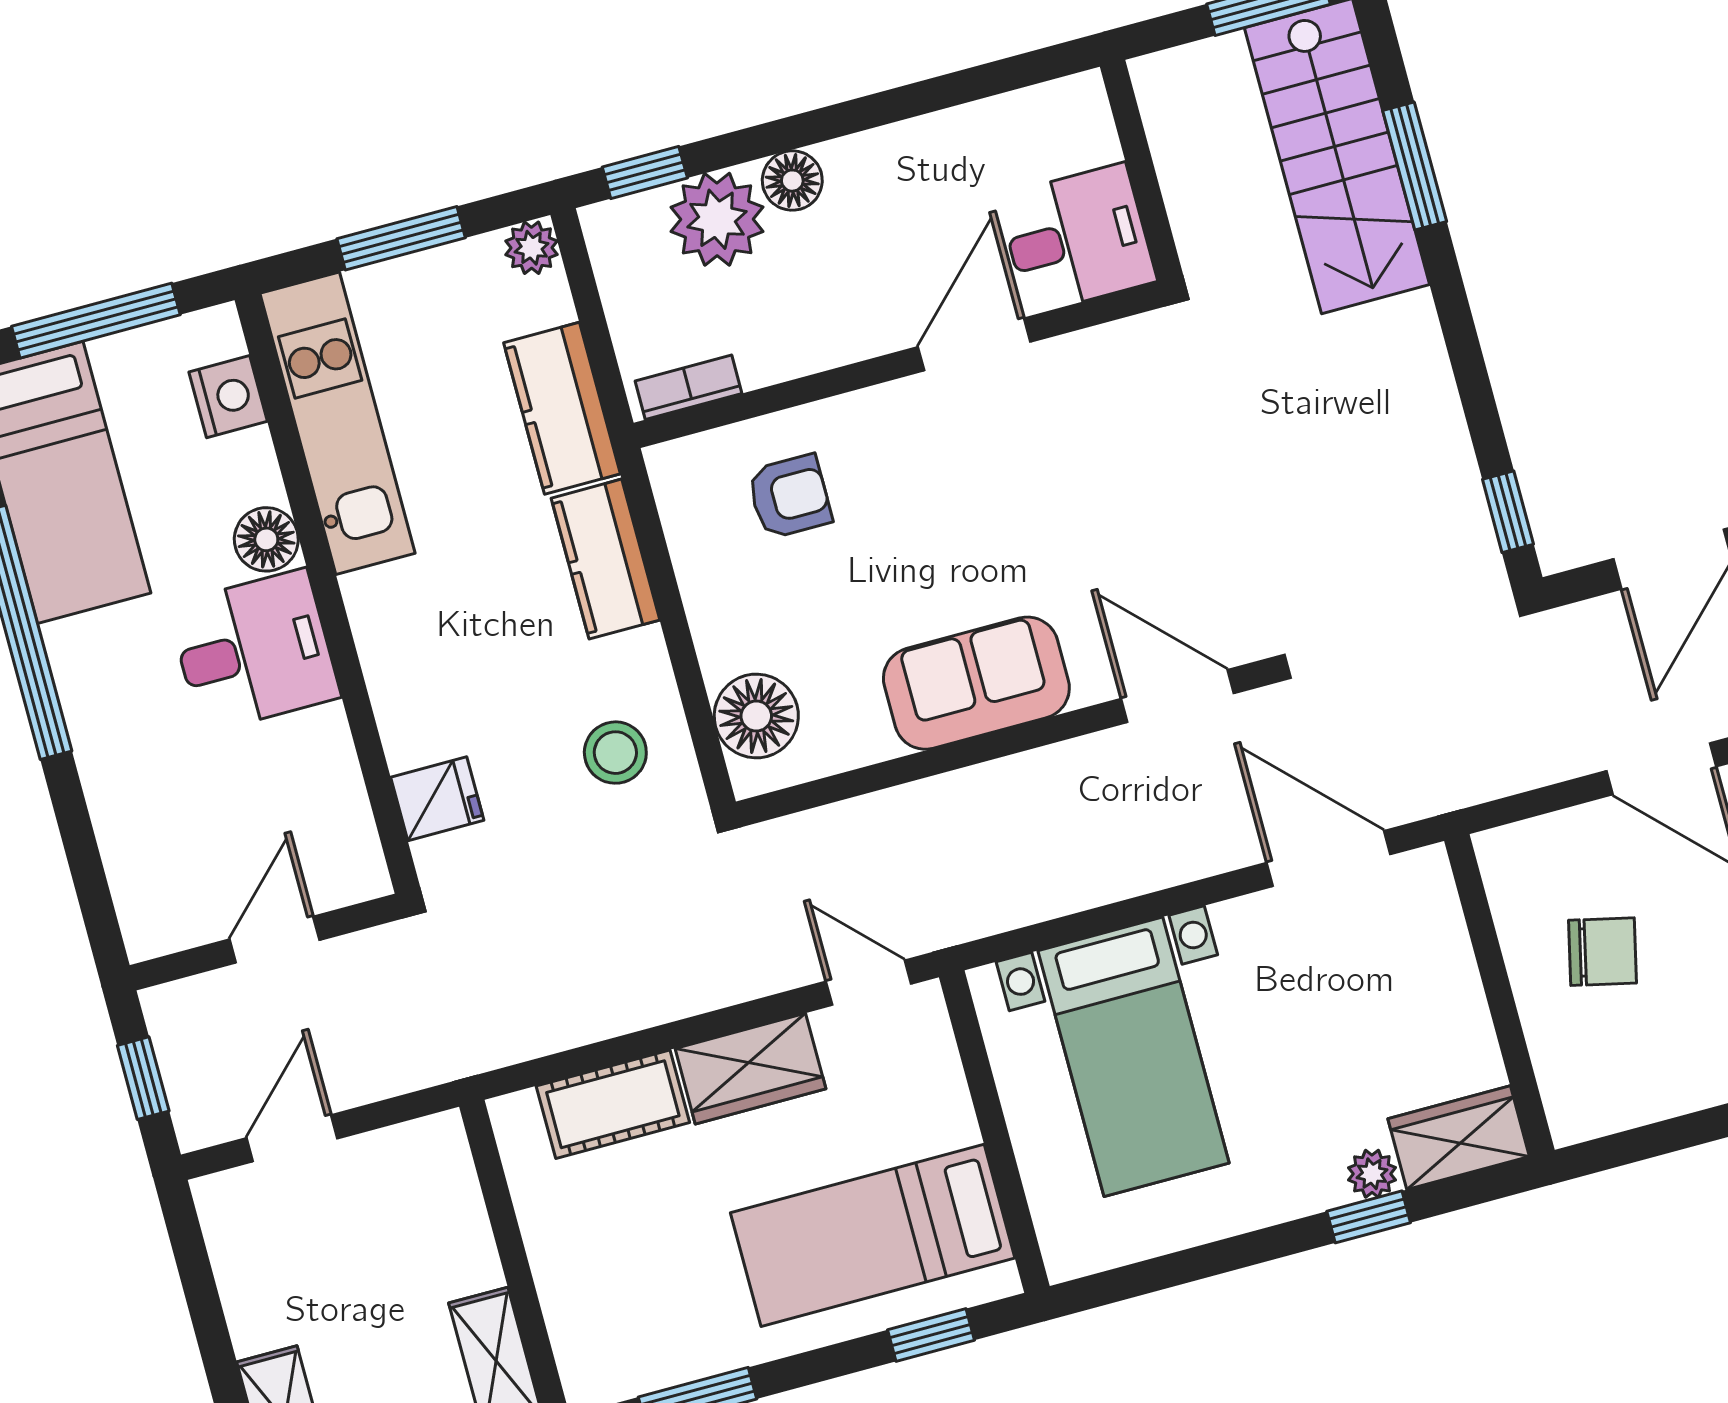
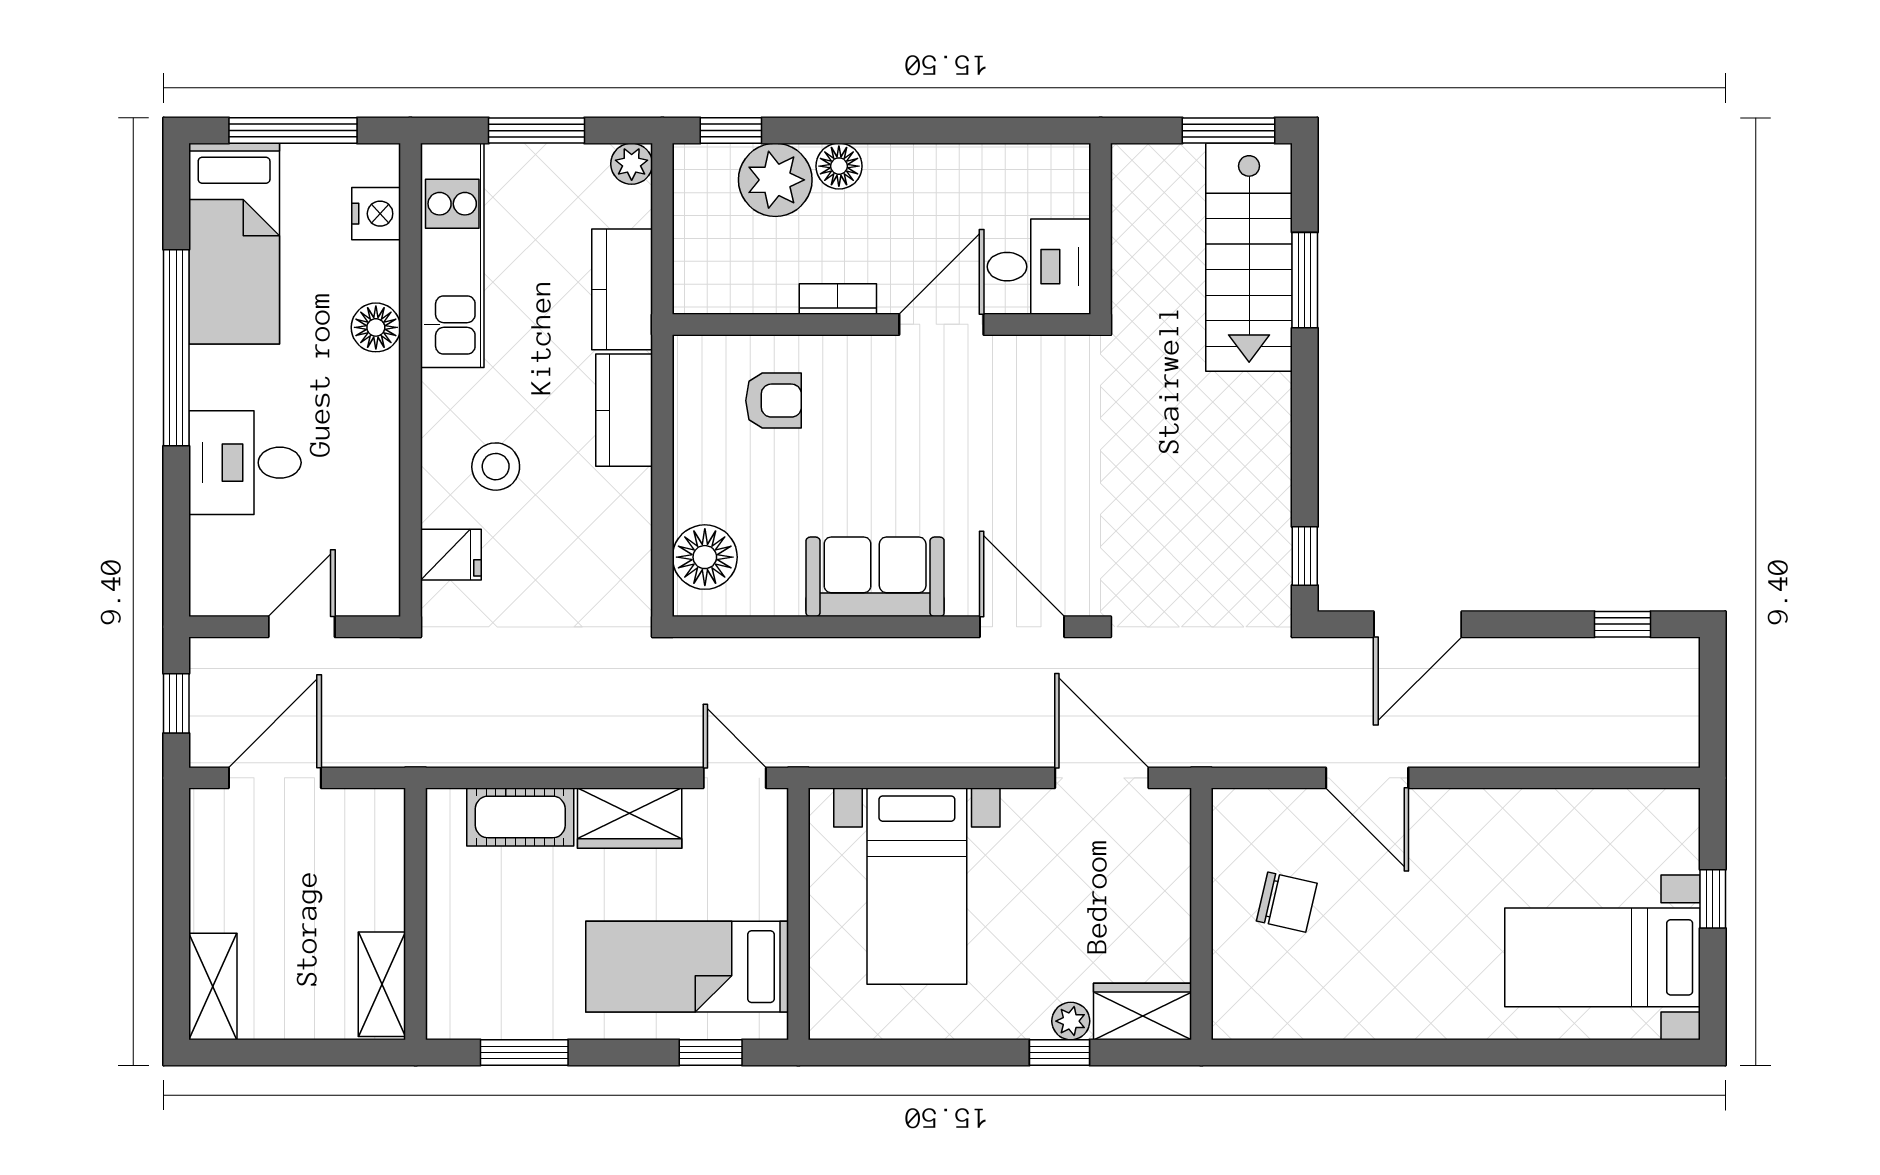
bookcase: (688, 387) -> (838, 299), moved
desk: (254, 651) -> (245, 463), moved, turned 180
stool: (615, 753) -> (496, 467), moved
door: (292, 1138) -> (275, 778), width x1.38

